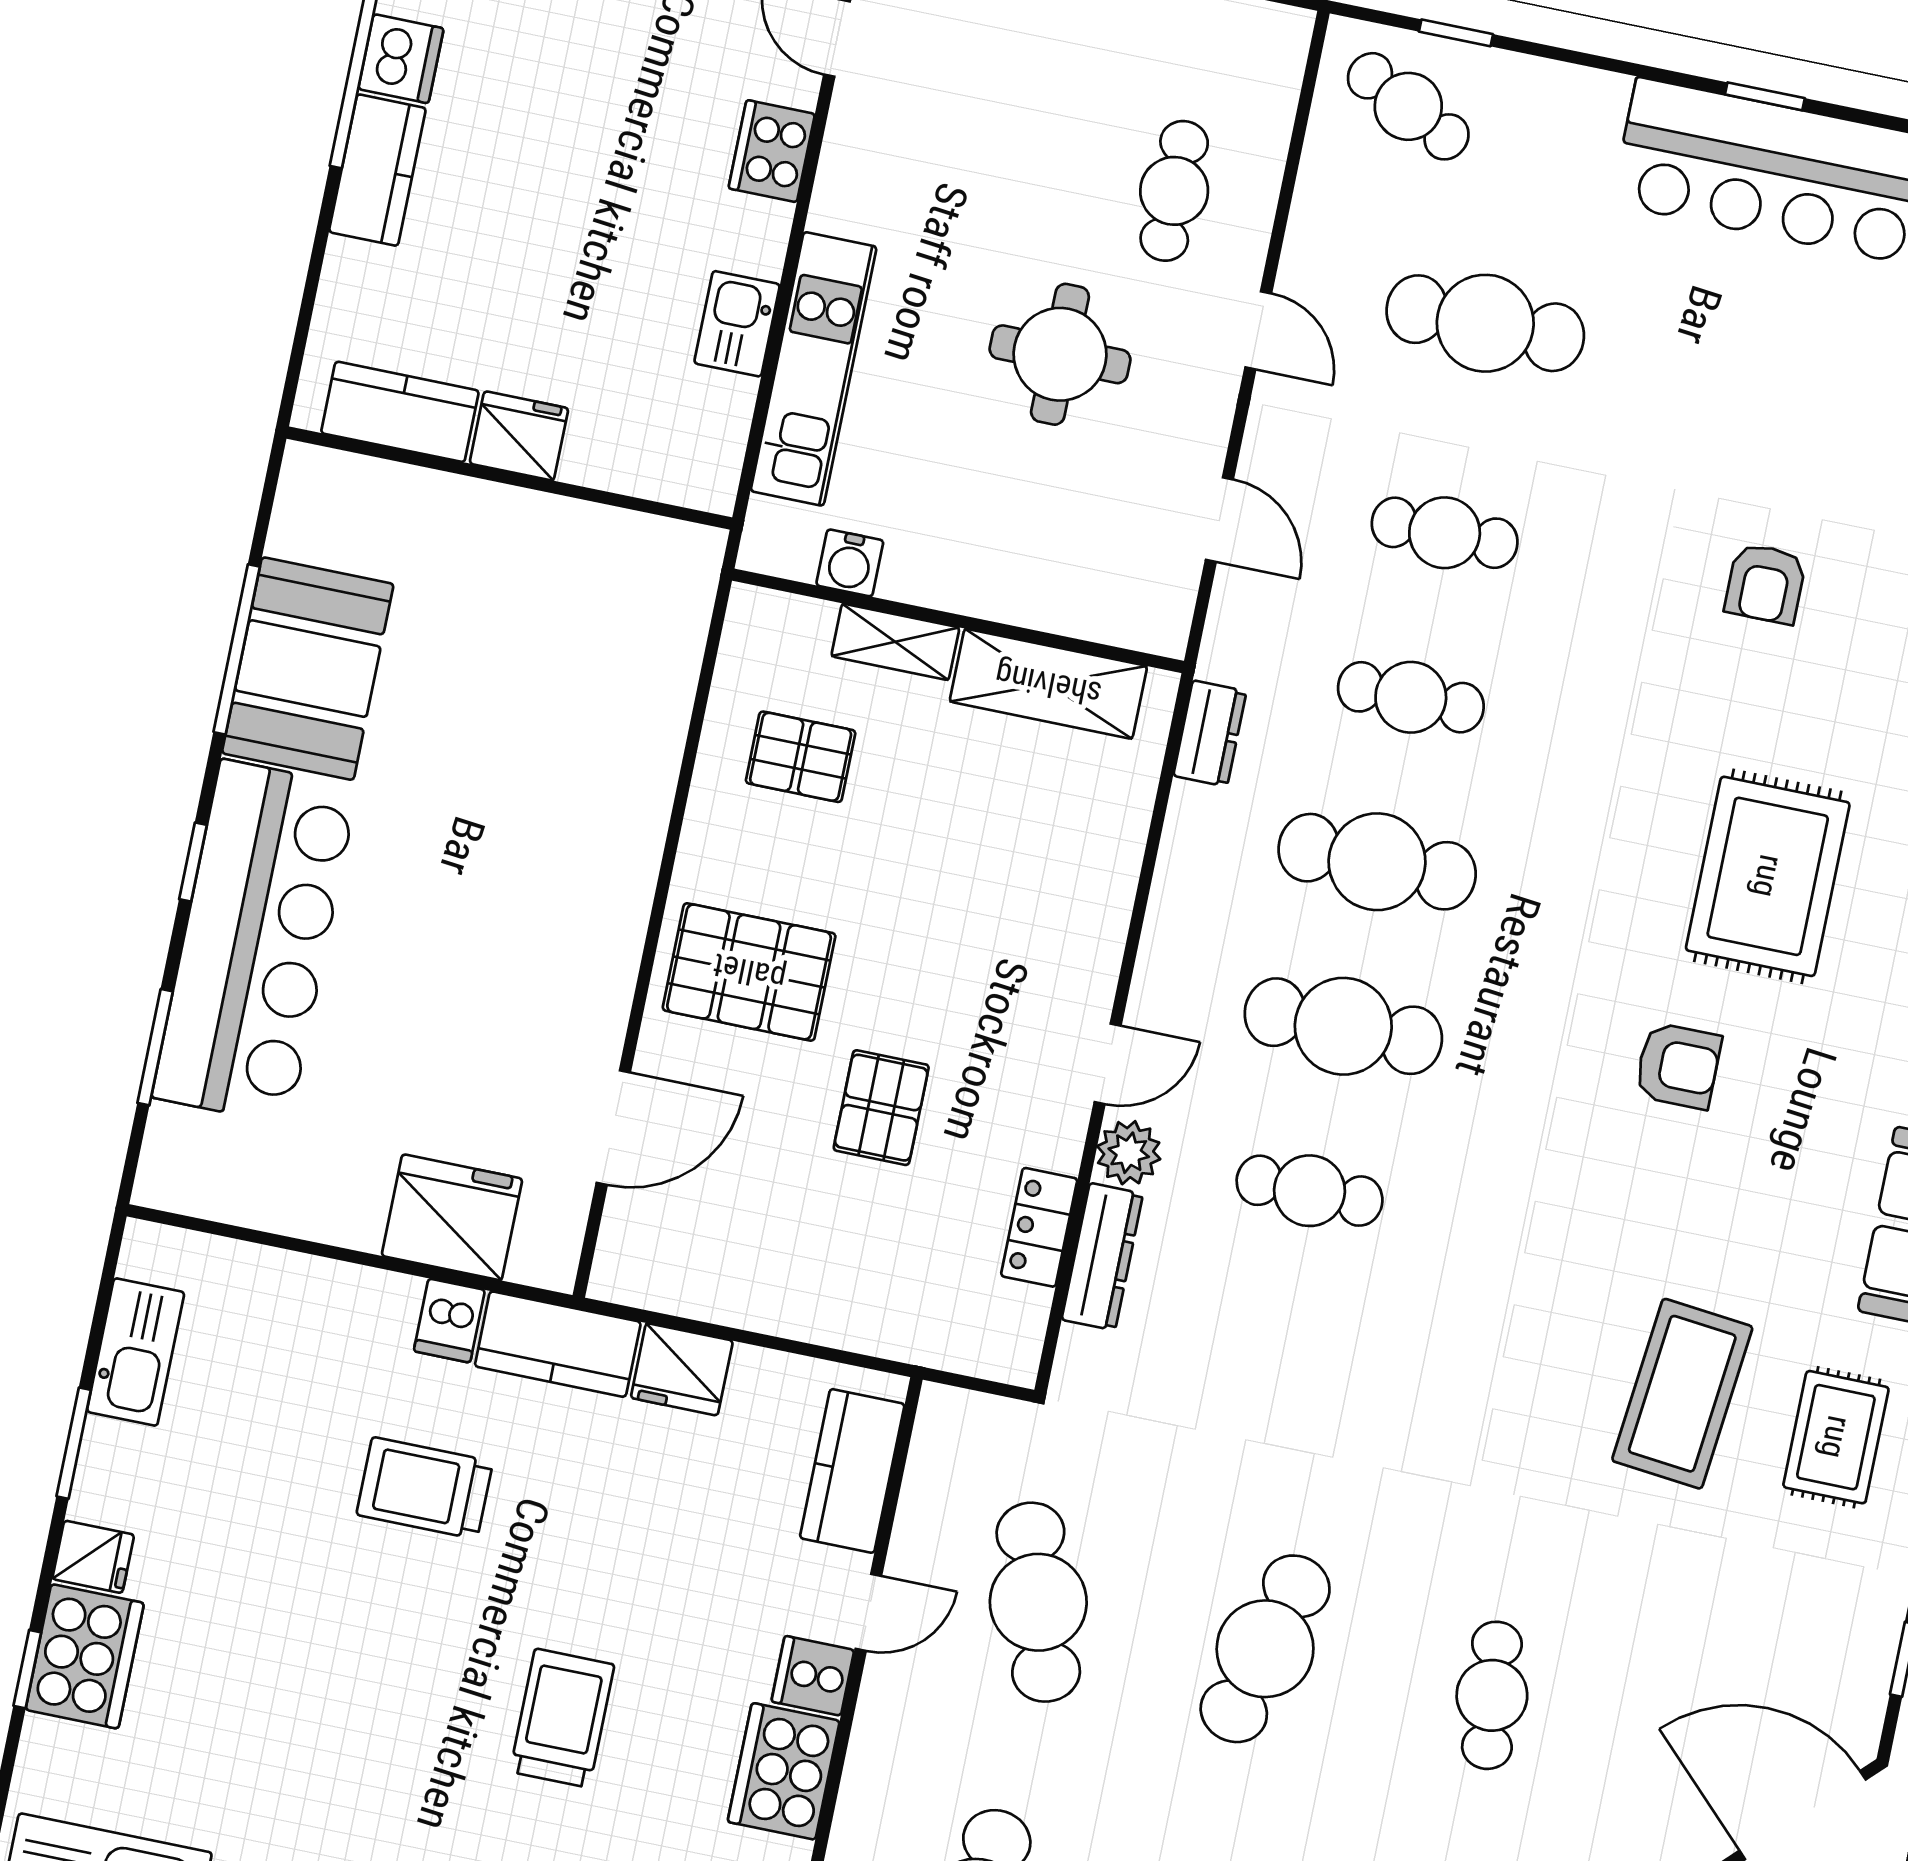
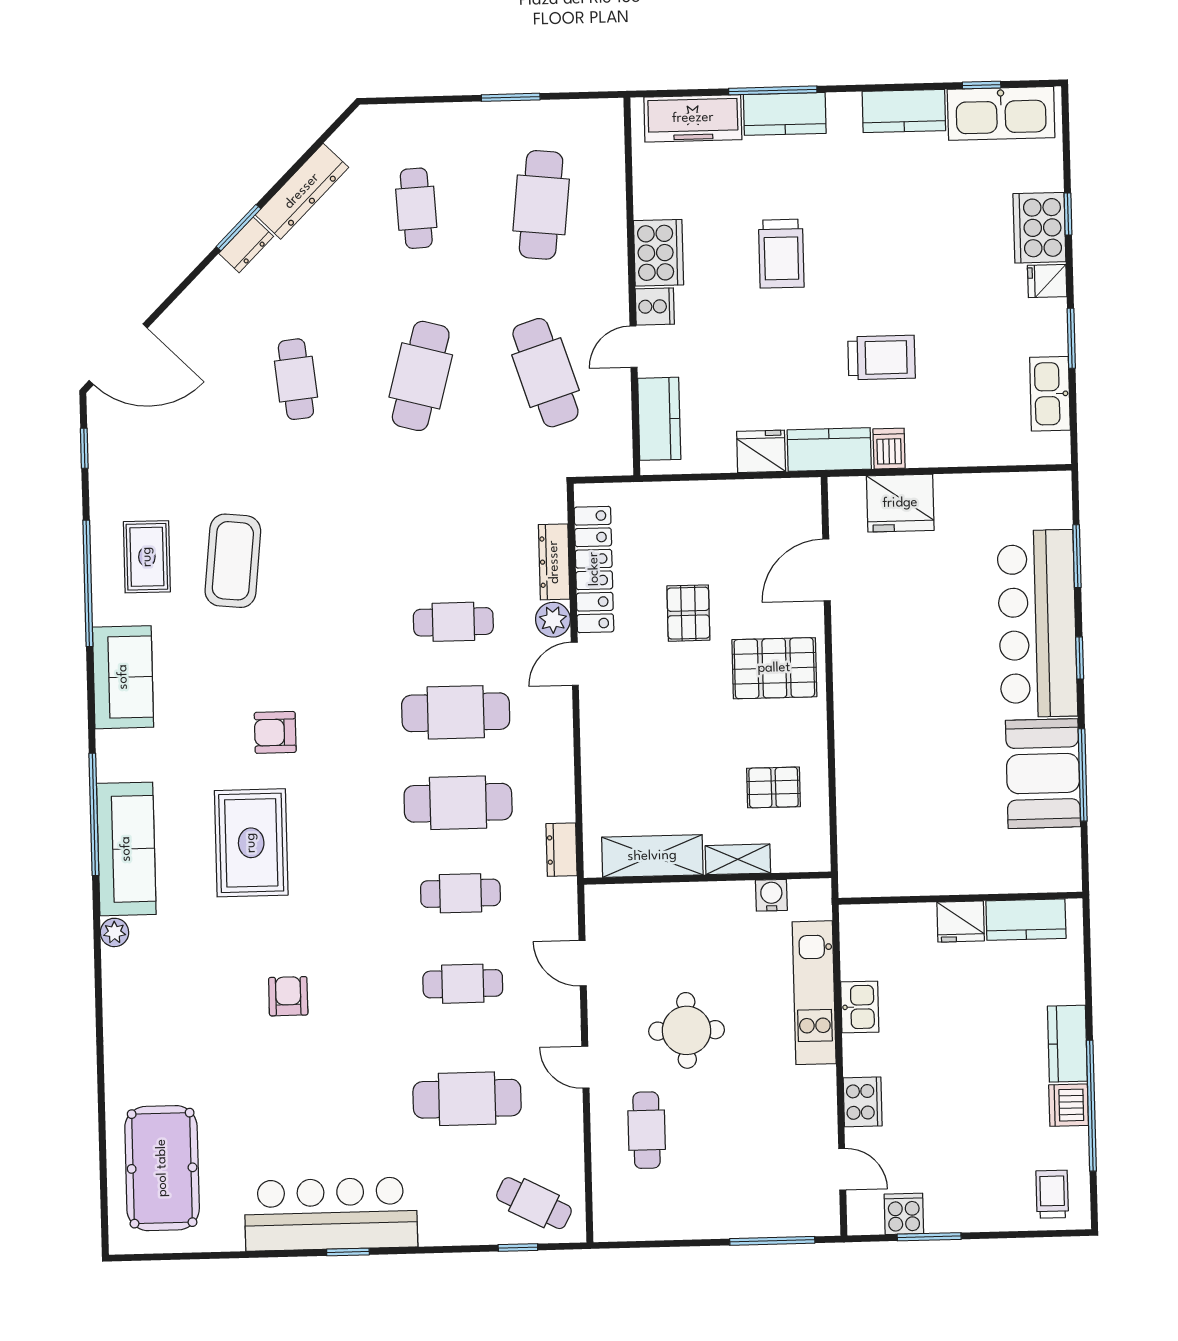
locker: (1039, 1227) -> (594, 569), width x2.16, depth x1.21

